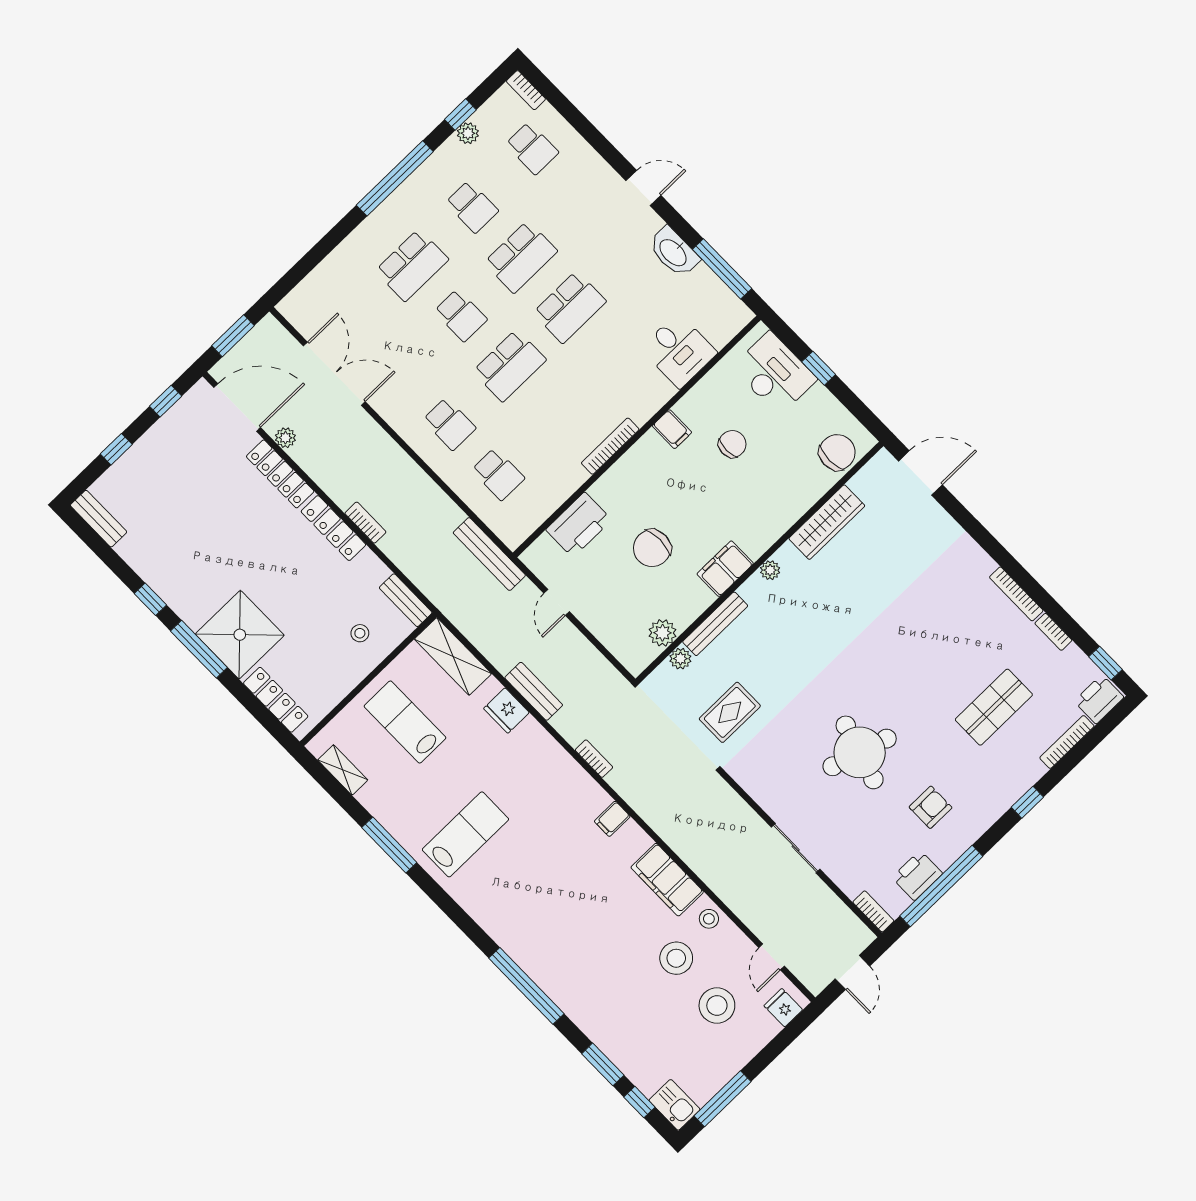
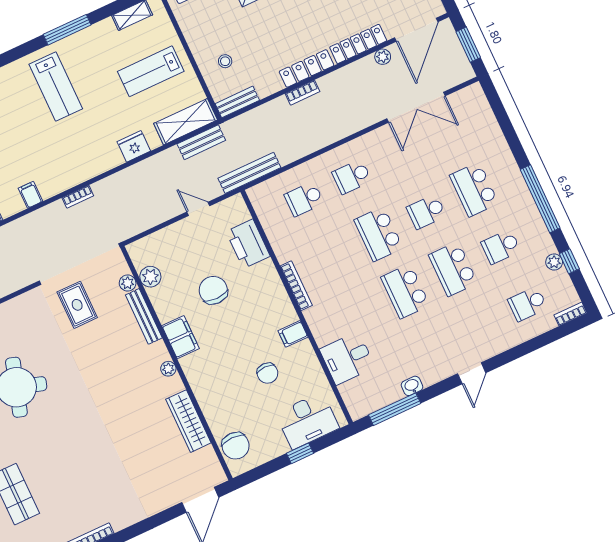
washbasin: (674, 252) -> (412, 386), width x0.52, depth x0.69
bench: (534, 691) -> (201, 142), moved
lab bench: (405, 722) -> (151, 71), turned 180

